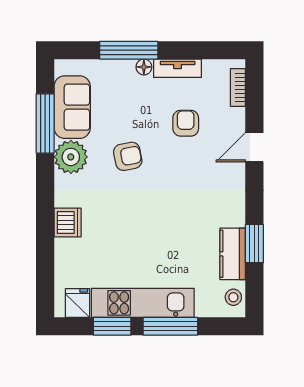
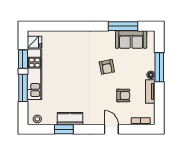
plant: (71, 157) -> (106, 39), removed
dishwasher: (68, 223) -> (74, 37), removed
kitchen counter: (233, 254) -> (70, 119), moved

